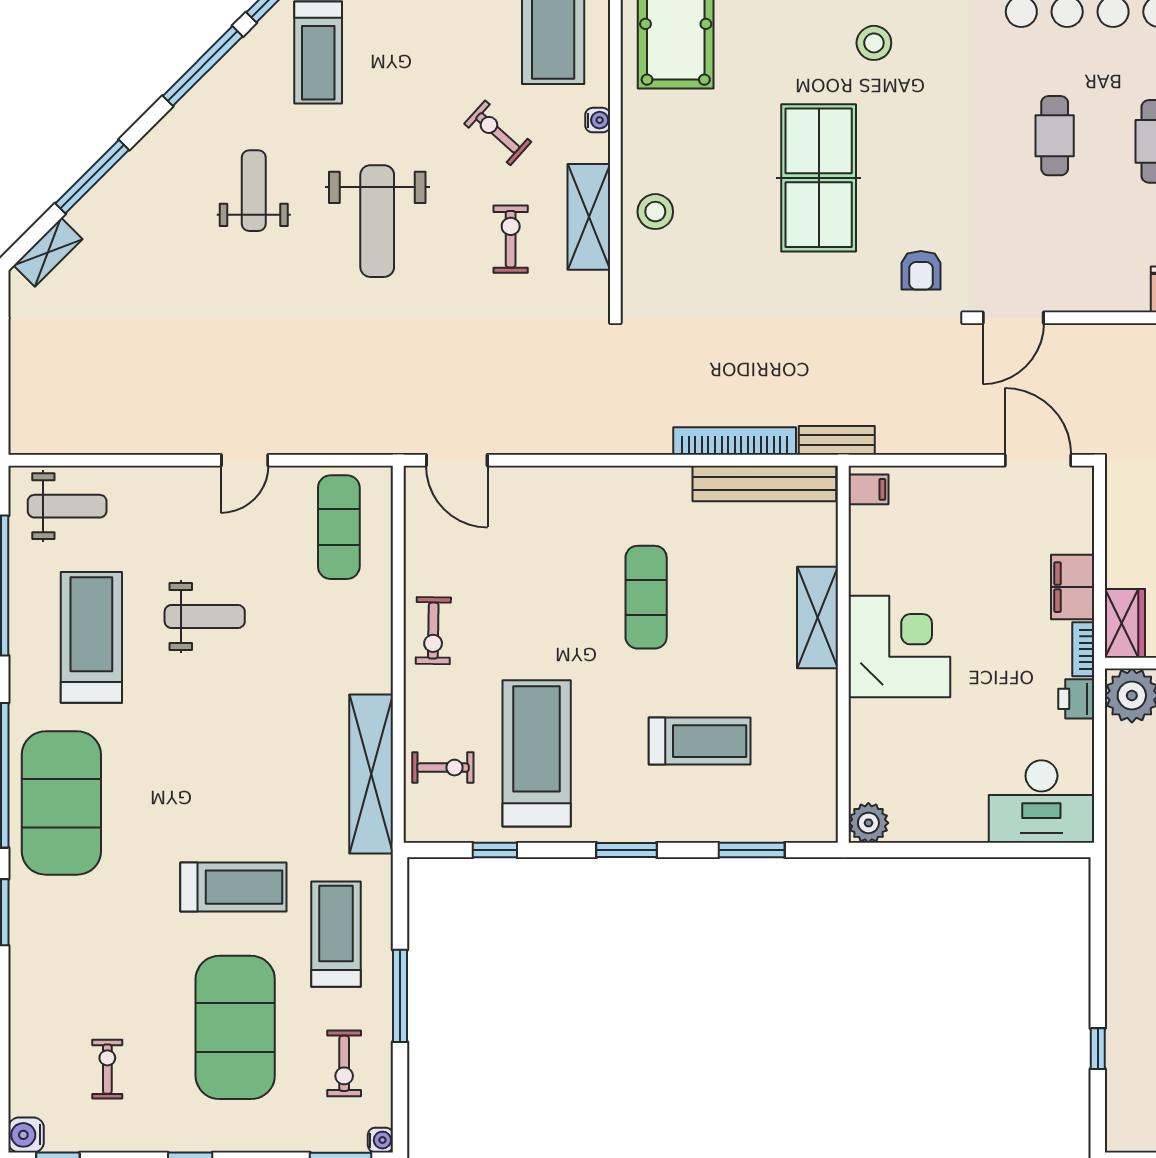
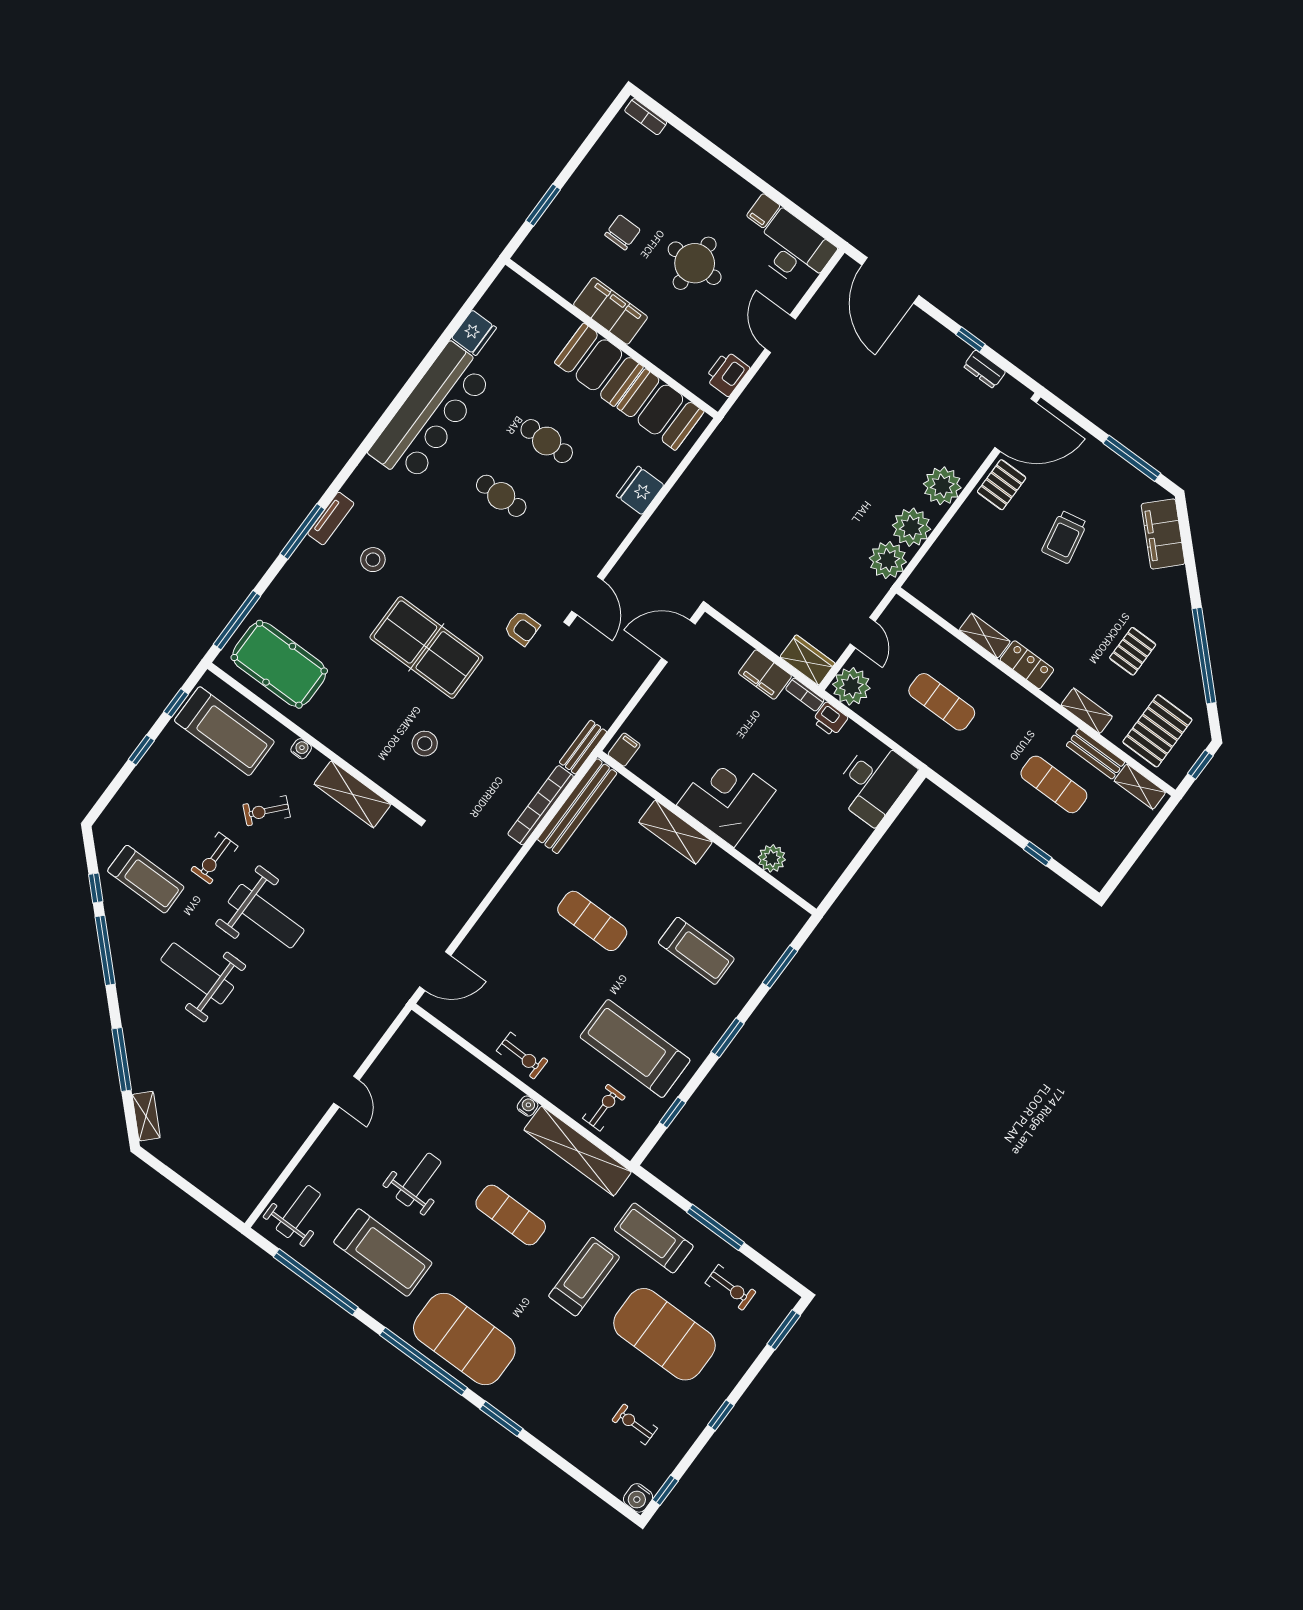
weight bench: (254, 191) -> (197, 973), width x1.36, depth x1.33
stool: (655, 212) -> (425, 744), moved
exercise bike: (511, 239) -> (214, 858), moved, turned -90
exercise mat: (339, 527) -> (511, 1215), moved
treadmill: (91, 637) -> (383, 1253), turned 180
treadmill: (700, 741) -> (696, 951), turned 90
plant: (868, 823) -> (772, 858), moved
water cooler: (380, 1140) -> (528, 1106), moved

